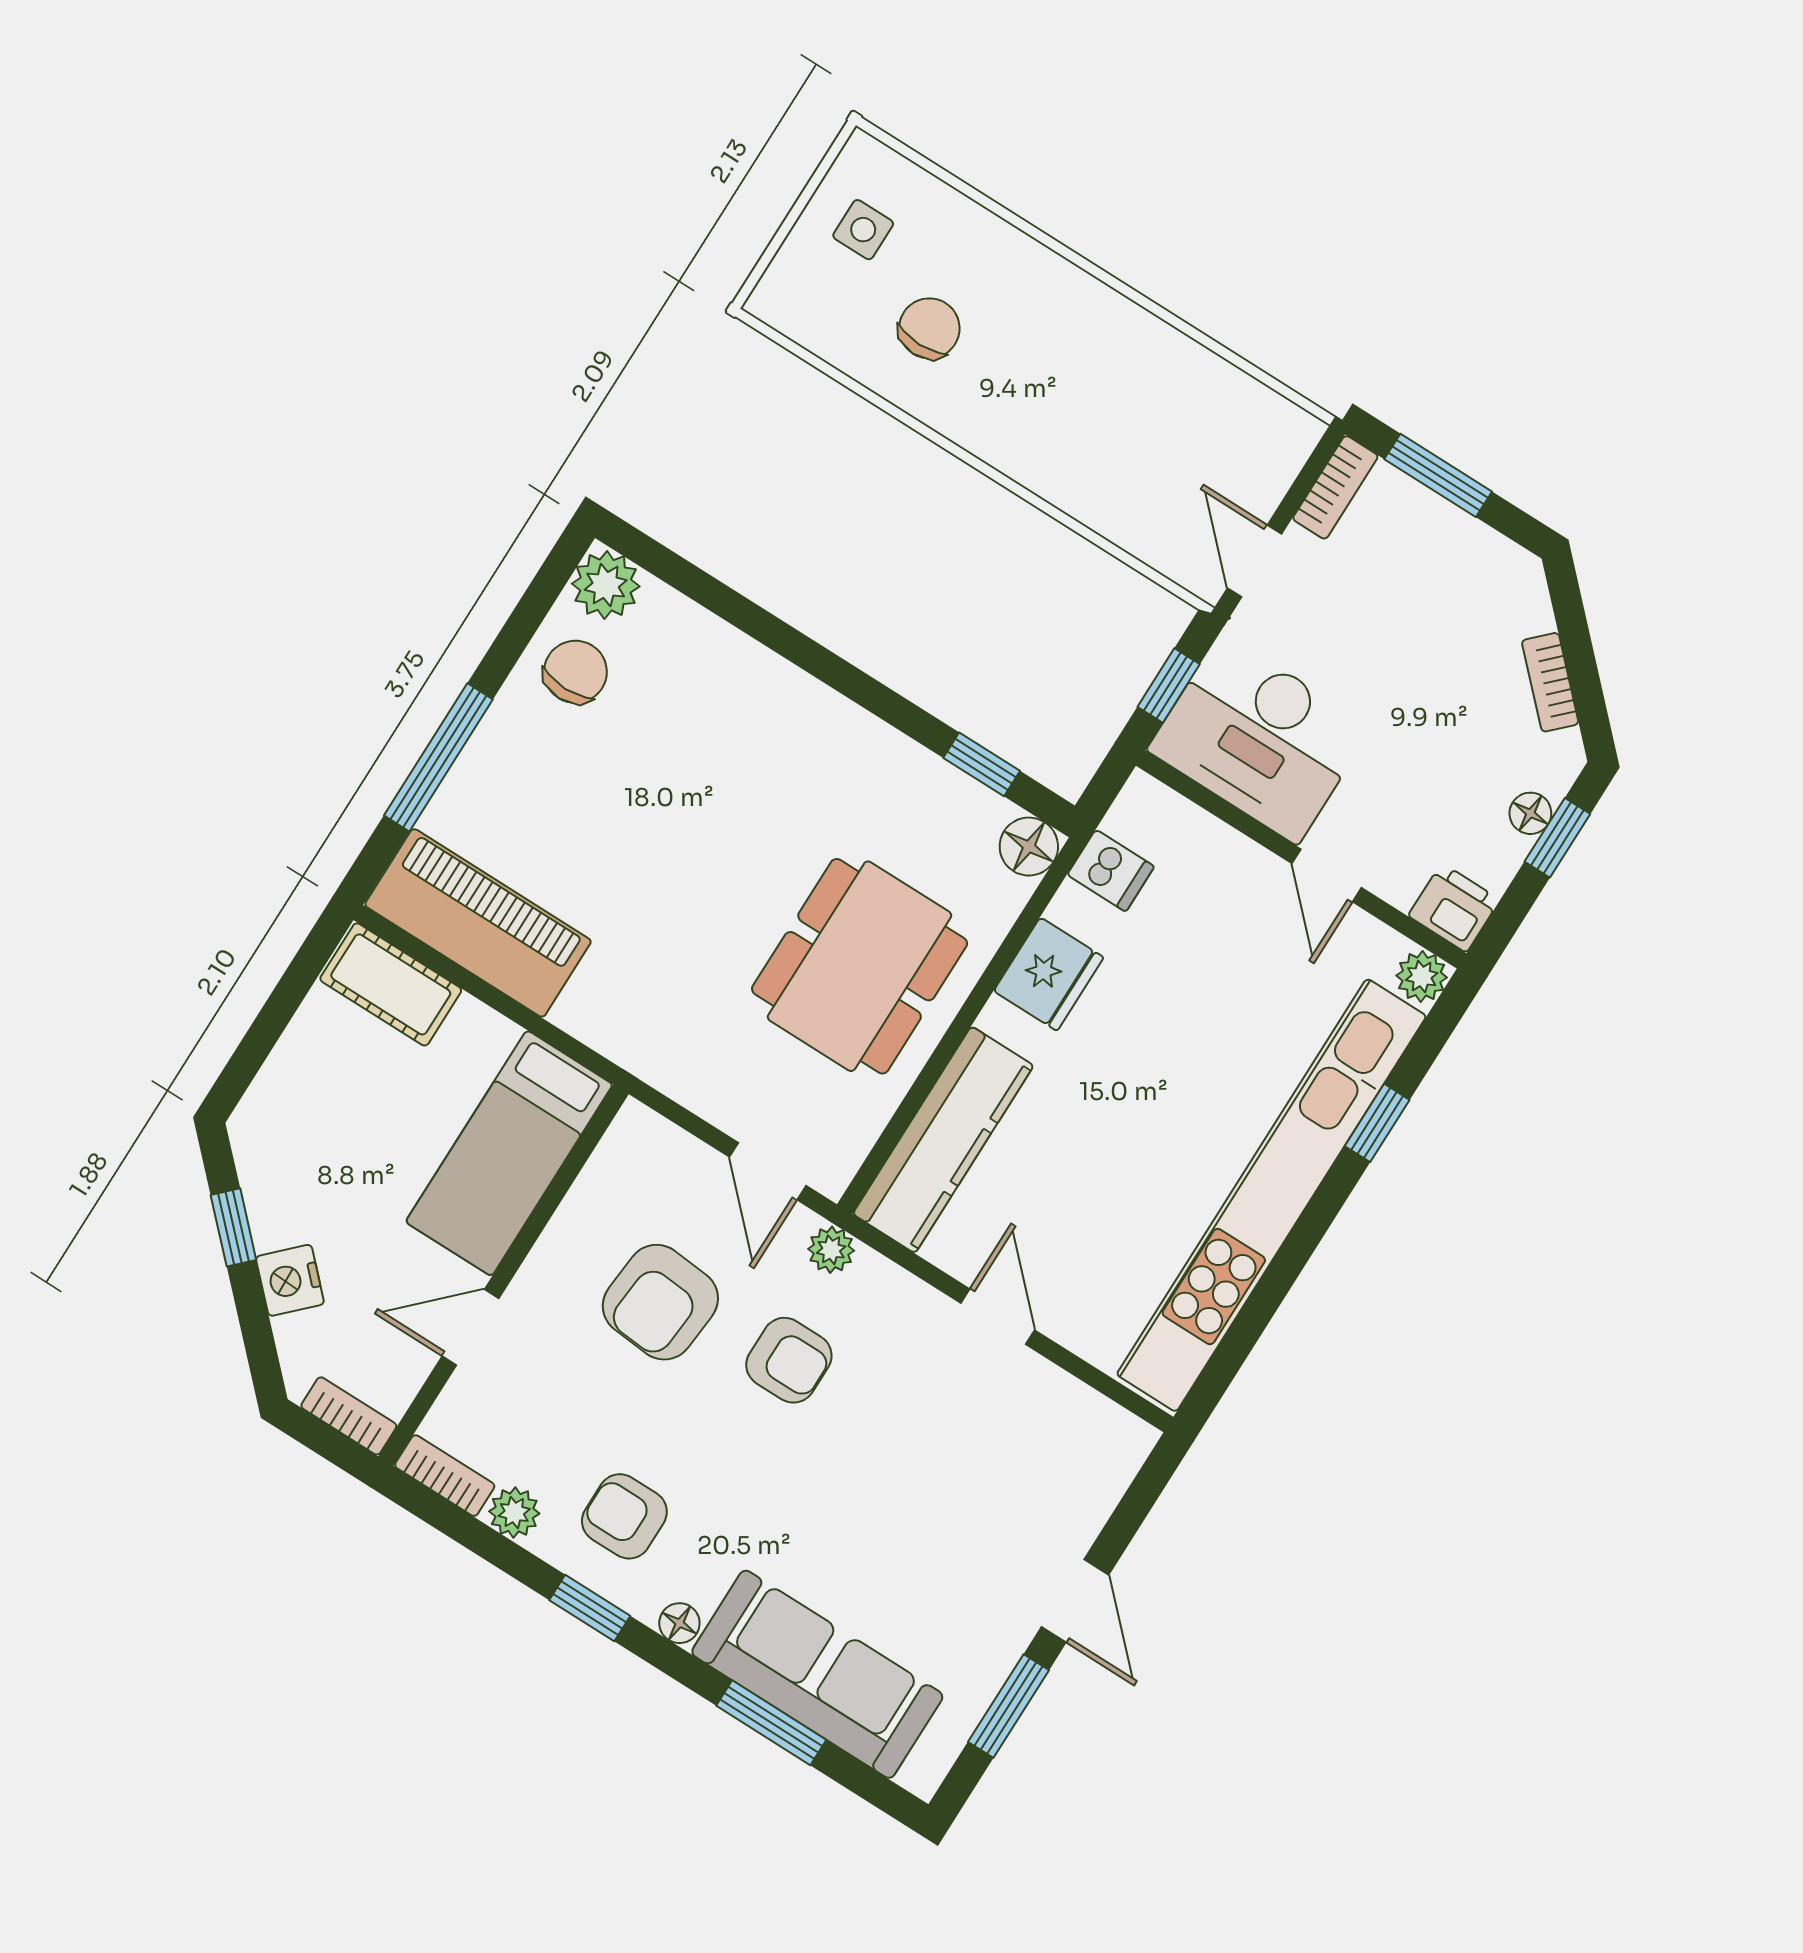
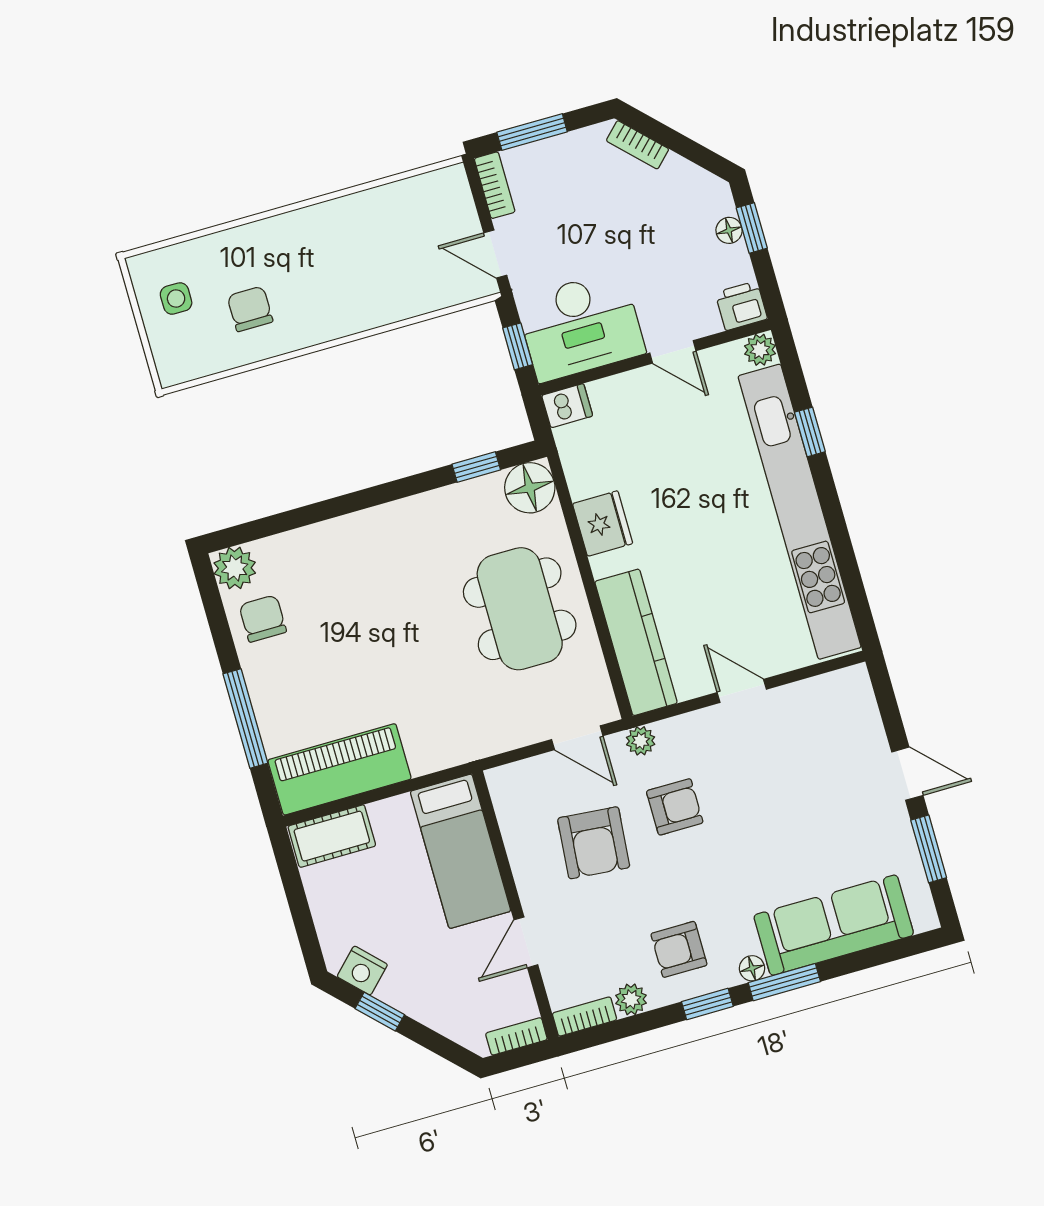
bookcase: (1550, 682) -> (638, 145), moved
floor lamp: (1029, 847) -> (530, 488), width x1.38, depth x1.38
dishwasher: (1111, 871) -> (567, 406), moved
nightstand: (290, 1280) -> (362, 971), moved
window: (771, 1723) -> (784, 982), moved

